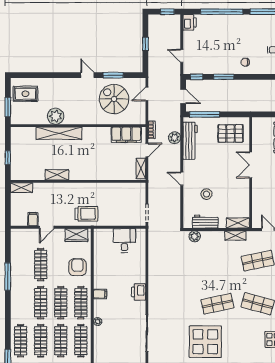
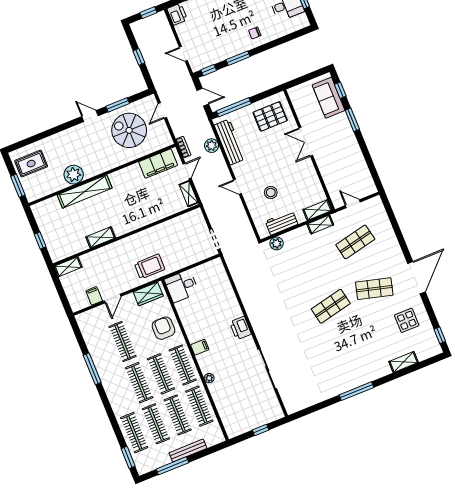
desk: (124, 241) -> (182, 286), moved, turned -90
display table: (205, 342) -> (334, 353), removed

